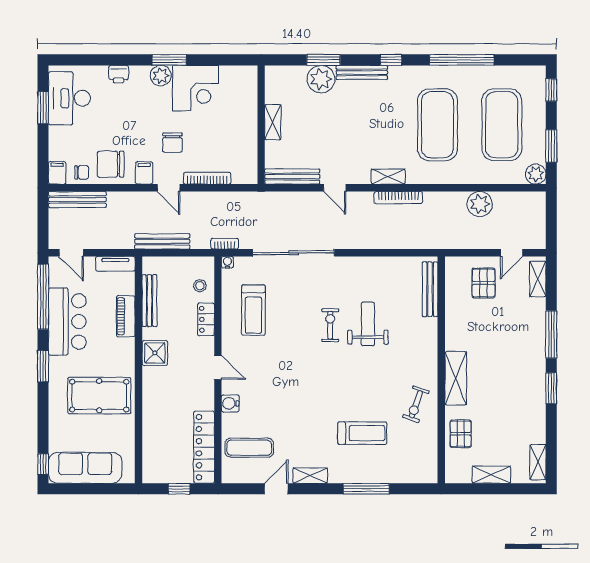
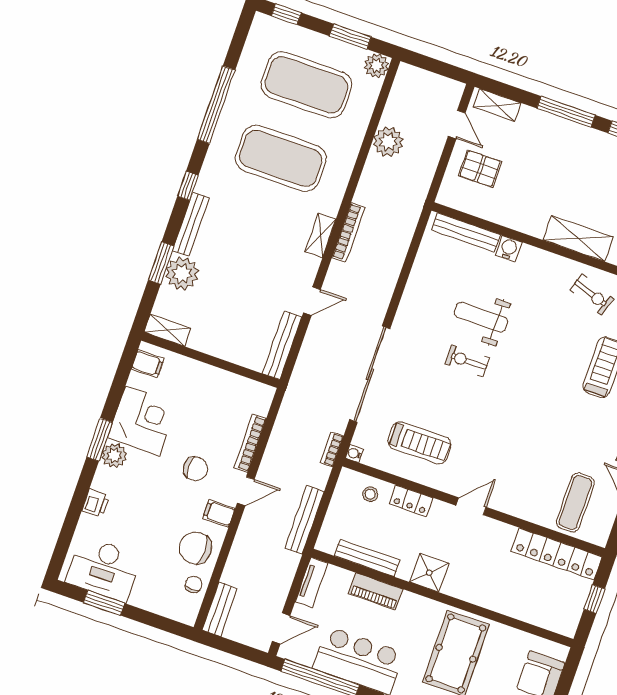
shelving: (273, 122) -> (167, 330), moved
chair: (111, 164) -> (196, 548), turned 90
filing cabinet: (57, 173) -> (148, 364), moved, turned 180
bench: (77, 200) -> (220, 609), width x0.73
water cooler: (230, 403) -> (509, 249), moved, turned 180

